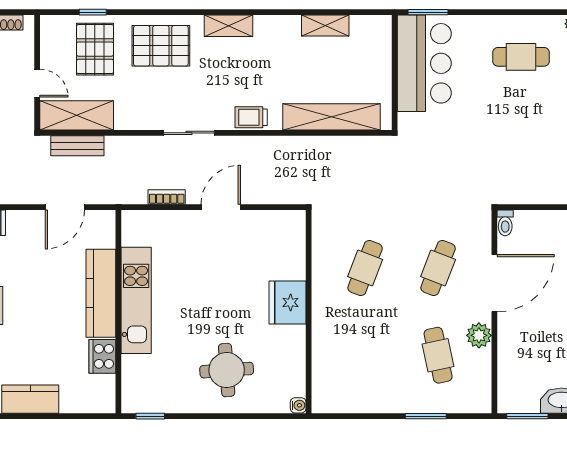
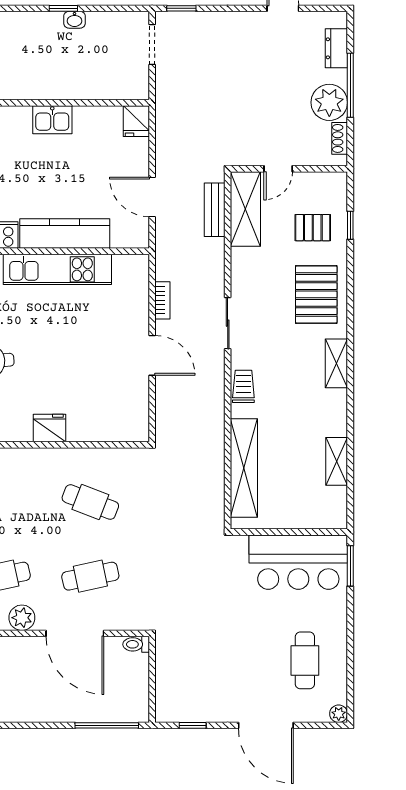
pallet: (95, 49) -> (313, 228), width x0.67, depth x0.71
cafe table: (438, 268) -> (90, 576), turned -33
fridge: (288, 302) -> (49, 428), width x0.73, depth x0.75

